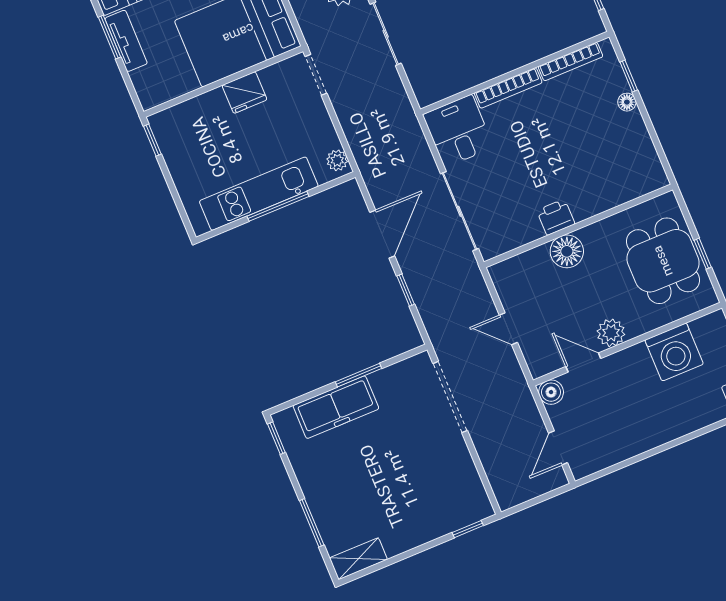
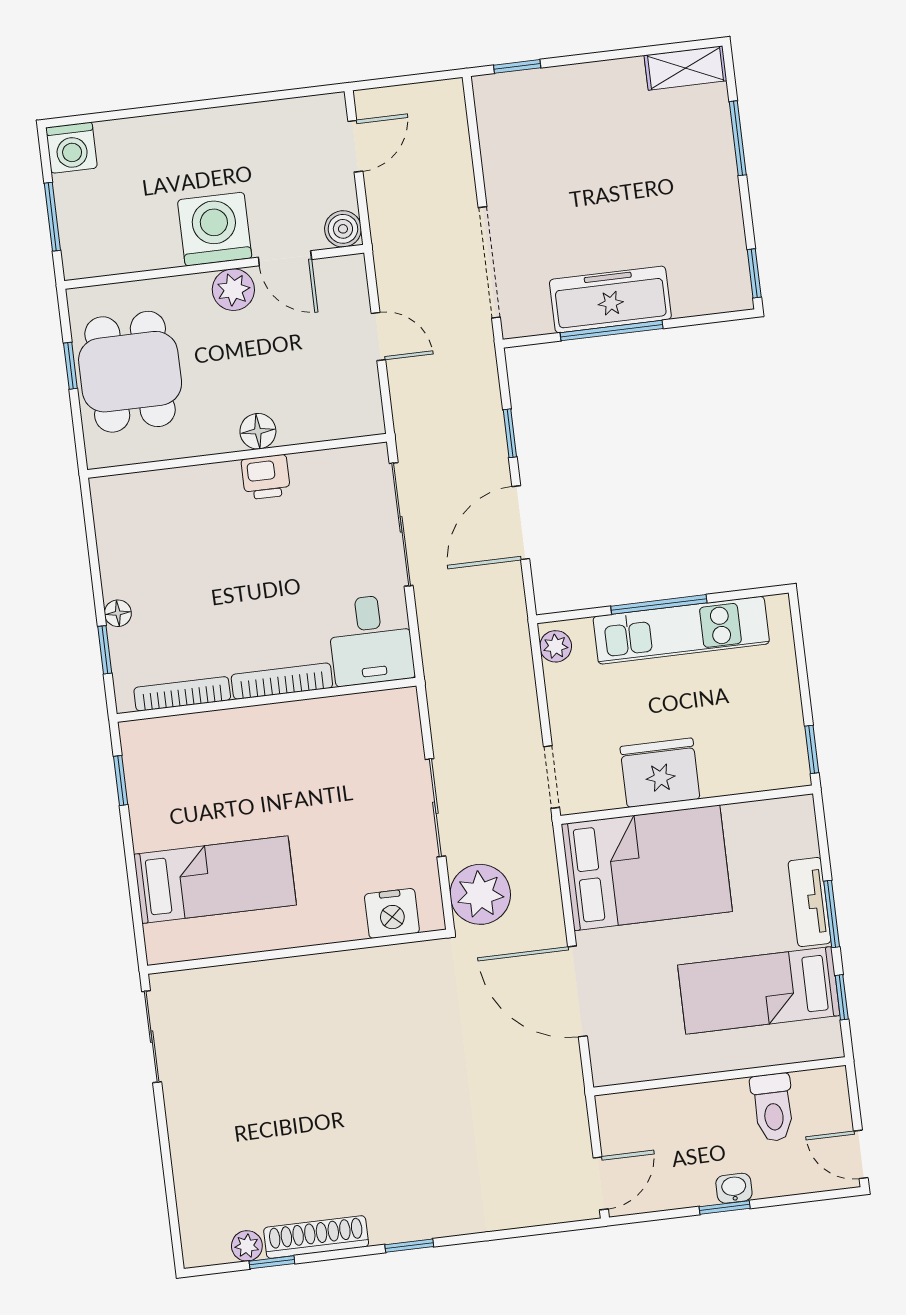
fridge: (244, 93) -> (660, 773), width x1.36, depth x1.34
floor lamp: (567, 251) -> (258, 431), width x0.73, depth x0.73
washing machine: (674, 352) -> (215, 229), moved
window: (358, 375) -> (612, 331), width x1.44
freezer: (336, 407) -> (610, 299), moved

